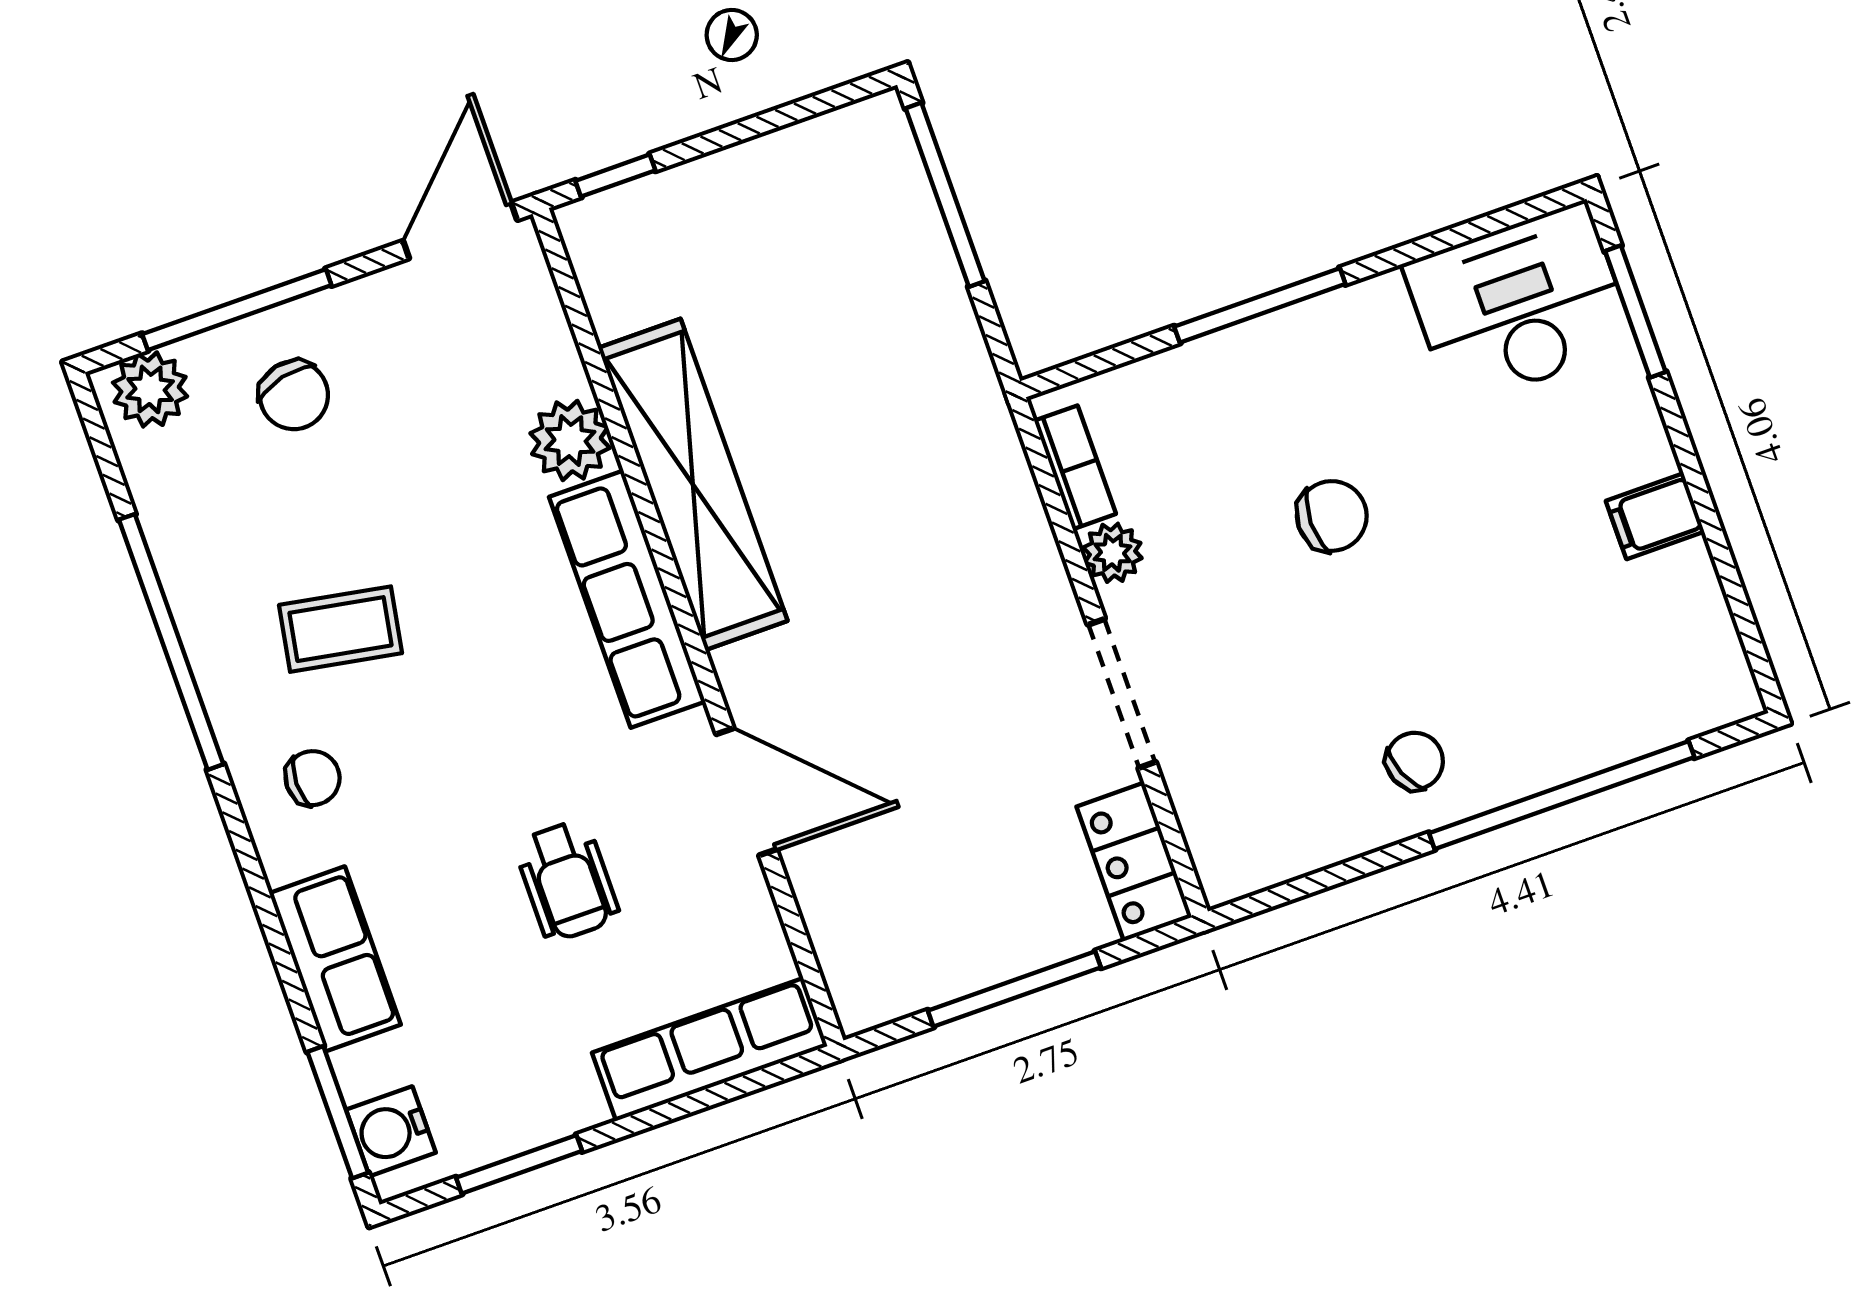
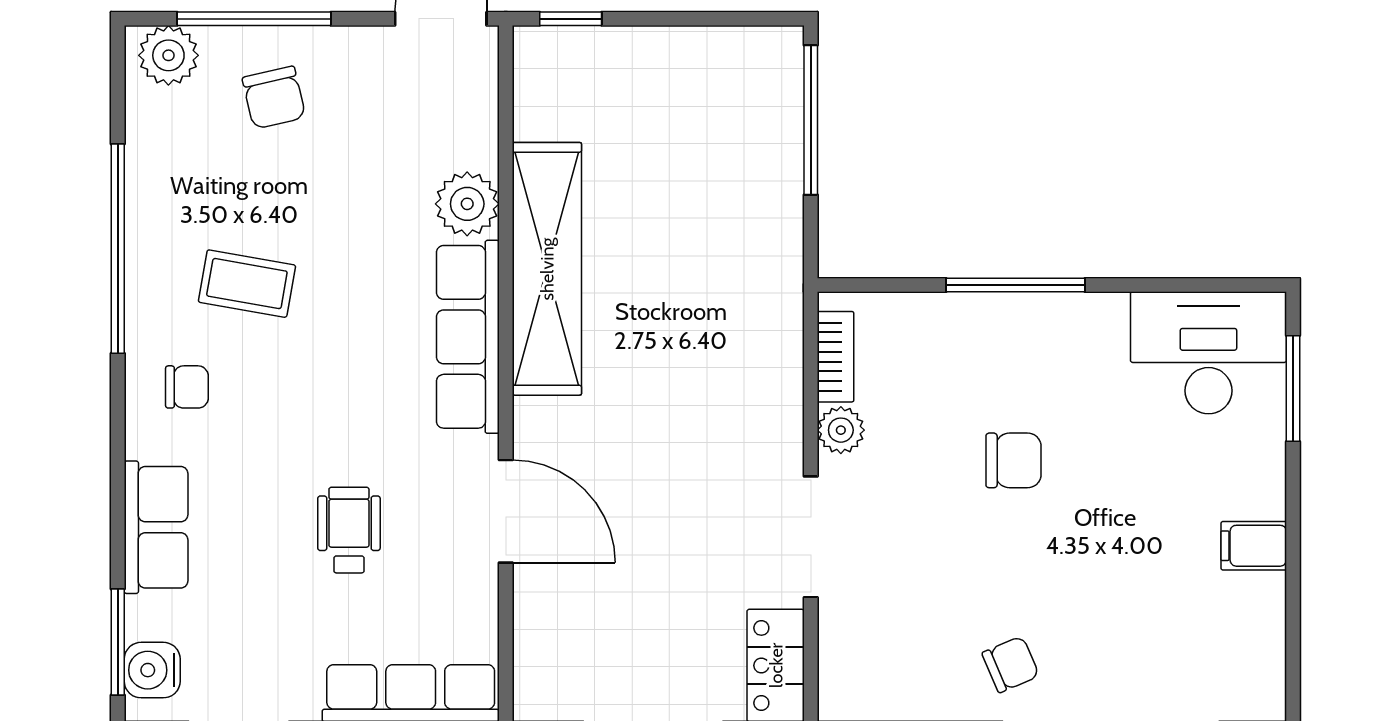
wheelchair: (567, 881) -> (349, 530), turned 180

